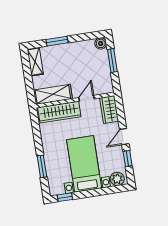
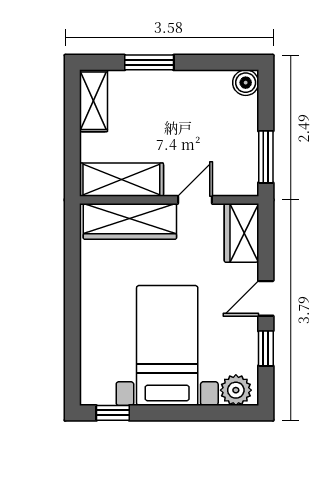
window: (112, 60) -> (266, 157), moved
window: (42, 166) -> (72, 336), removed

